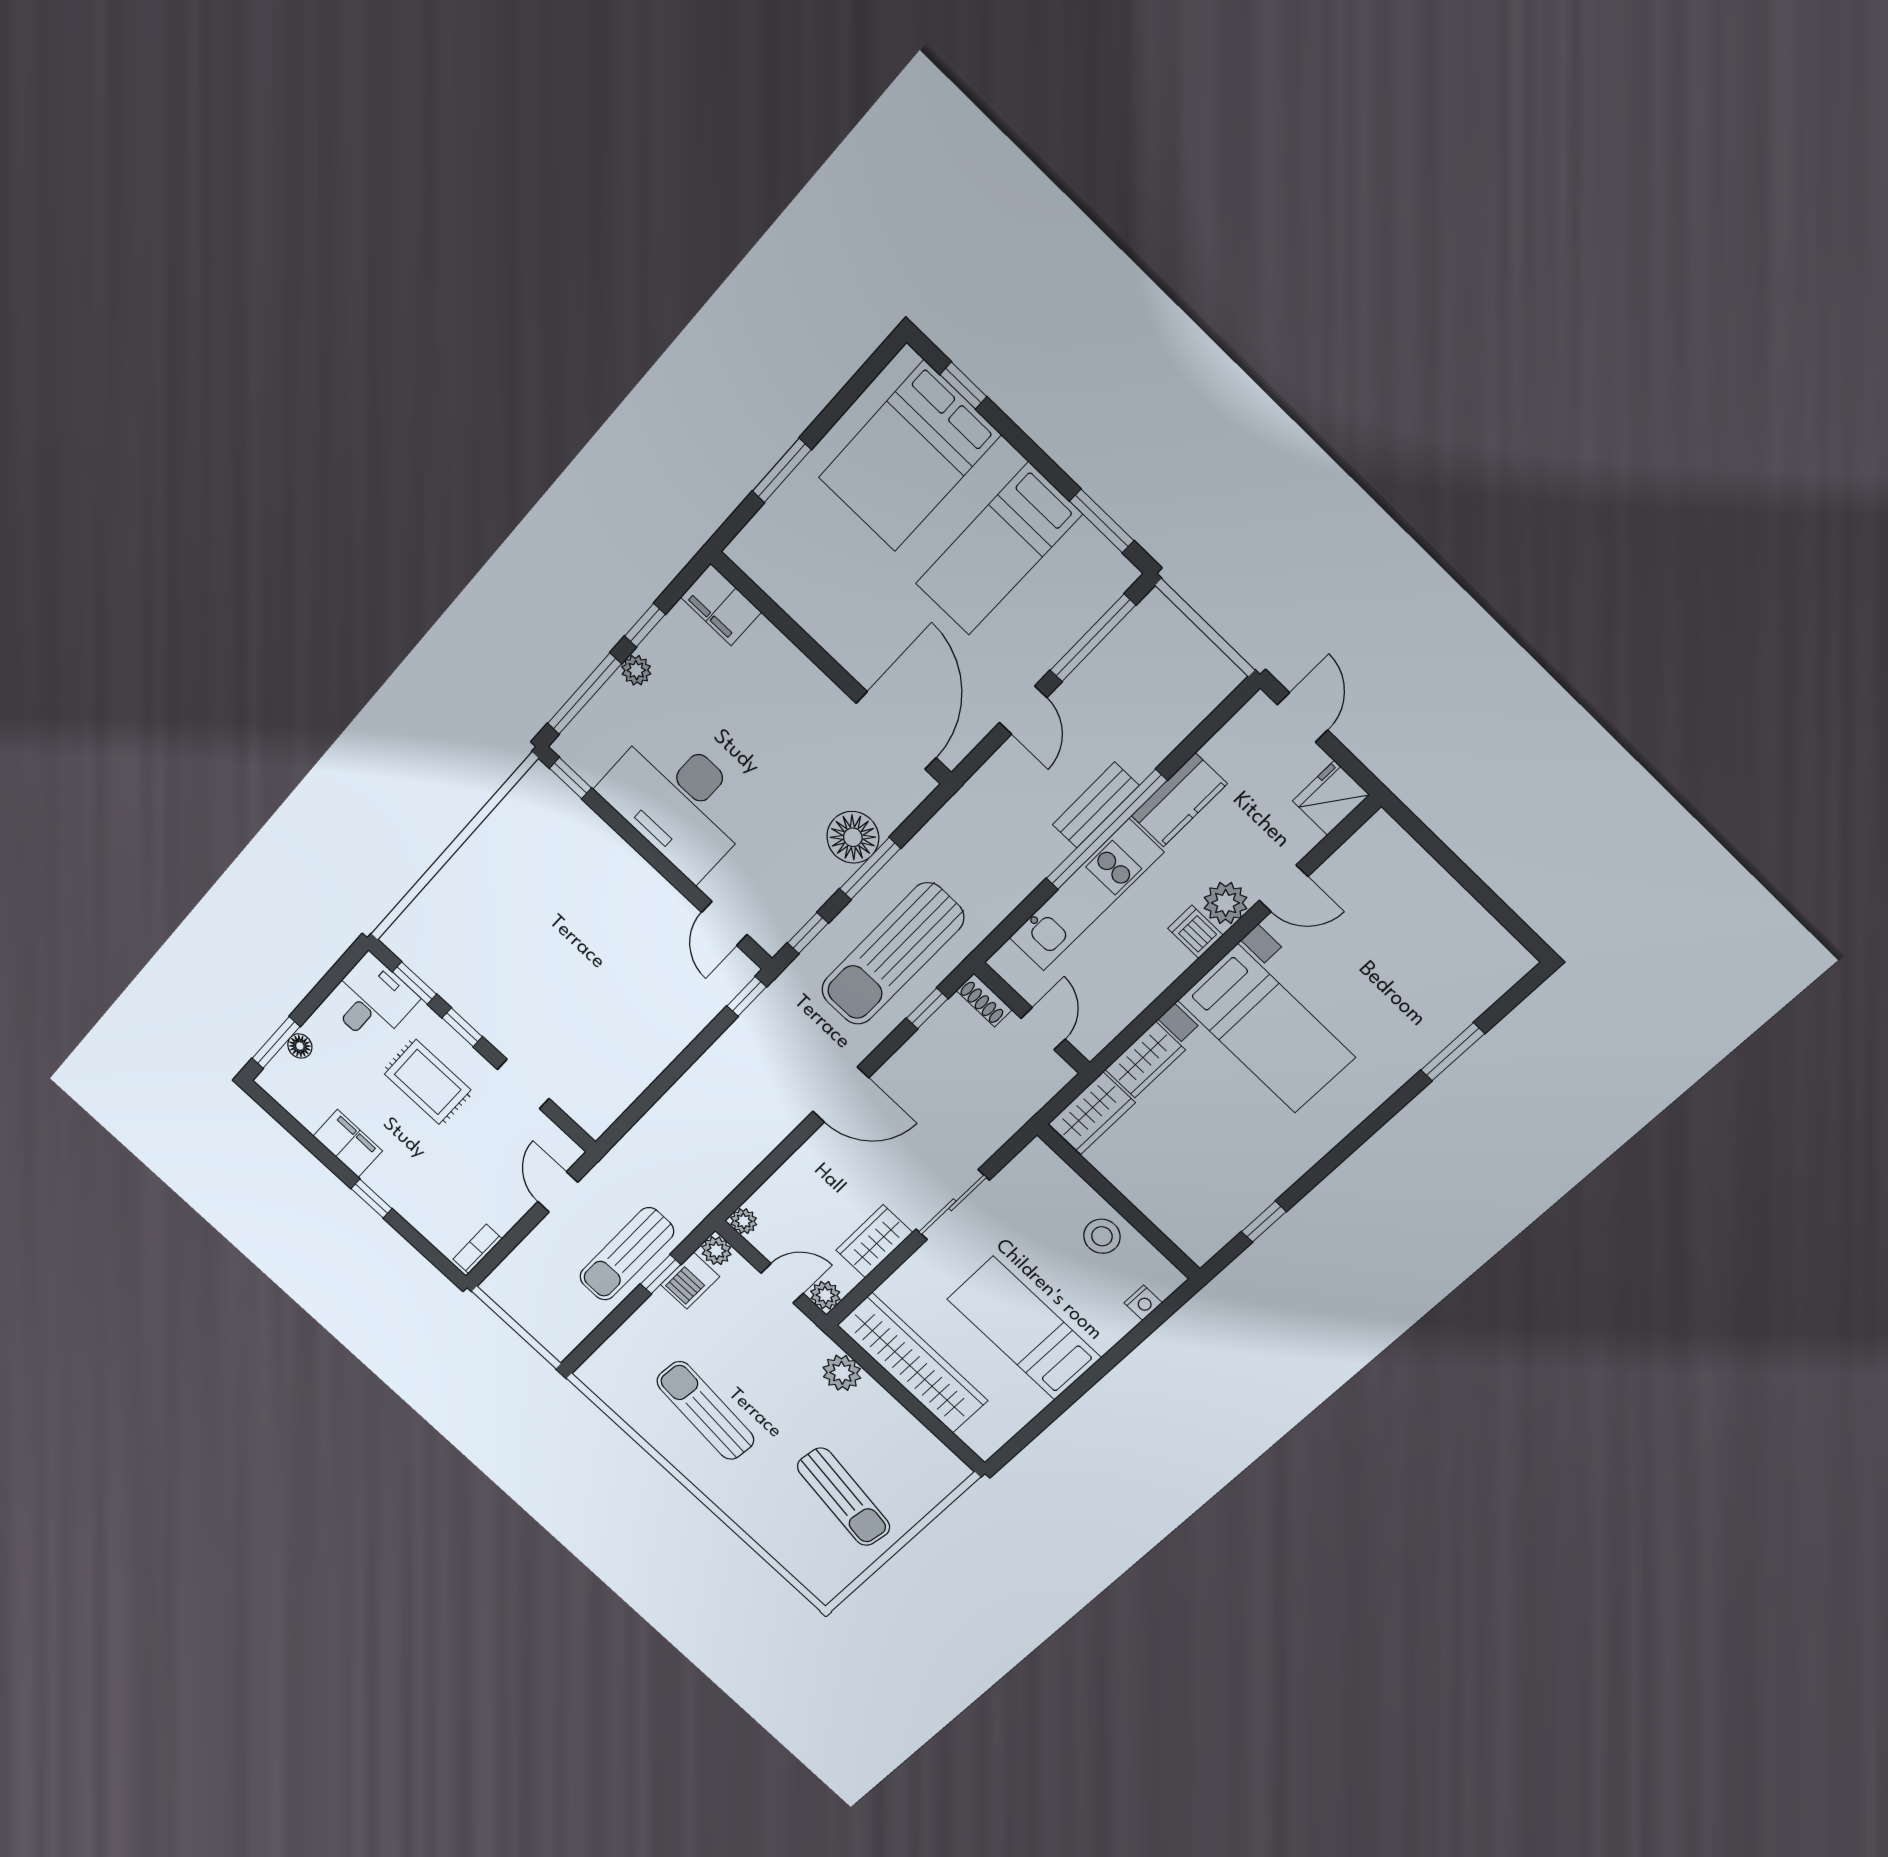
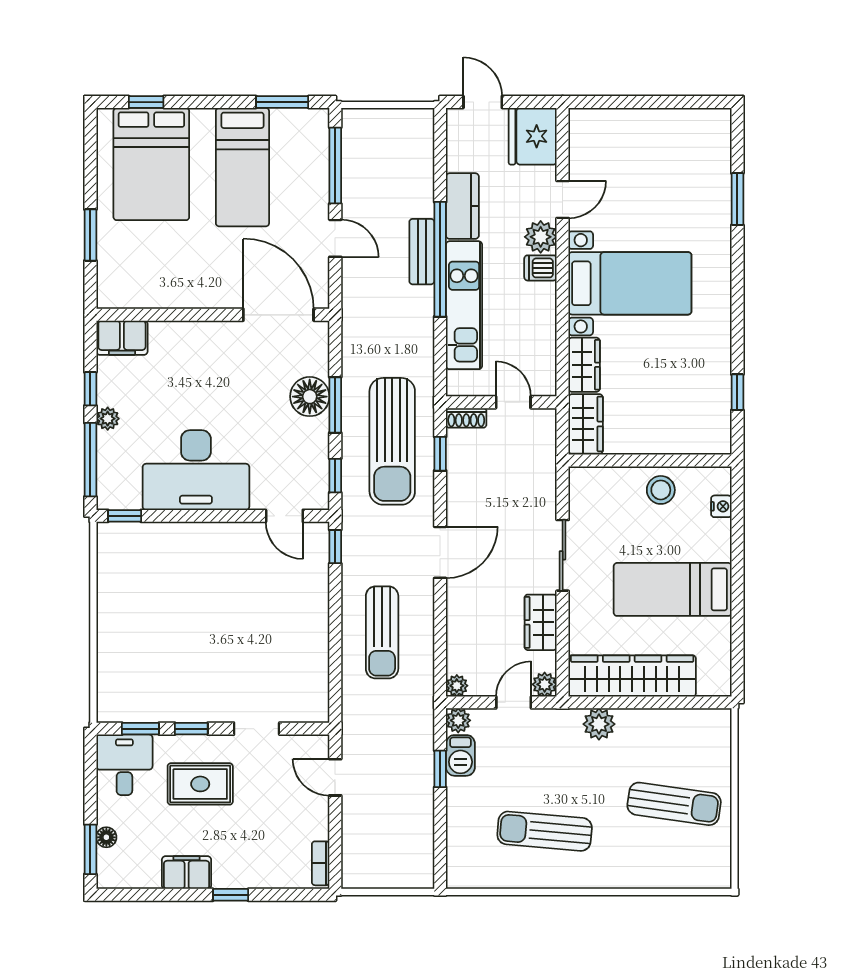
fridge: (1331, 798) -> (533, 136), width x1.36, depth x1.34
sun lounger: (627, 1254) -> (382, 632), moved

